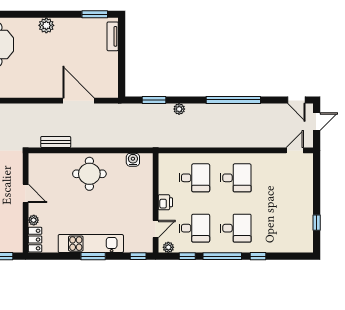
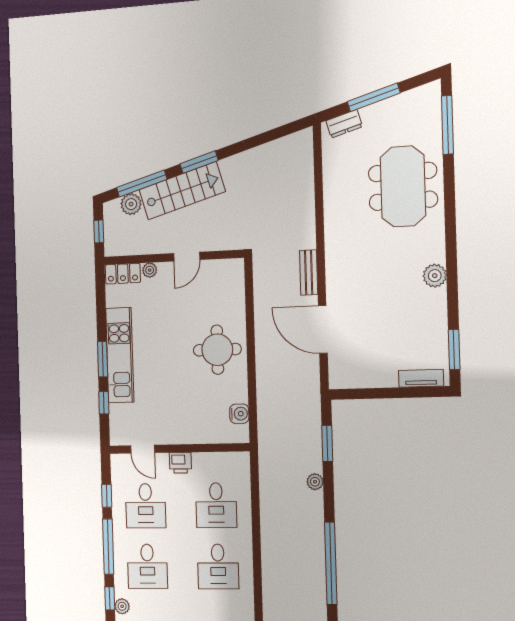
door: (78, 101) -> (323, 329), swing flipped
bench: (56, 142) -> (309, 273), moved
plant: (168, 247) -> (122, 606), moved
window: (138, 256) -> (104, 403), moved

